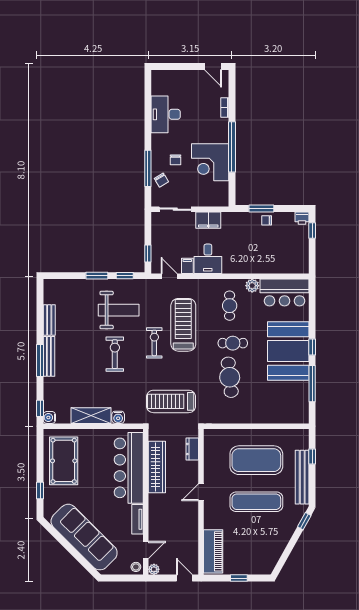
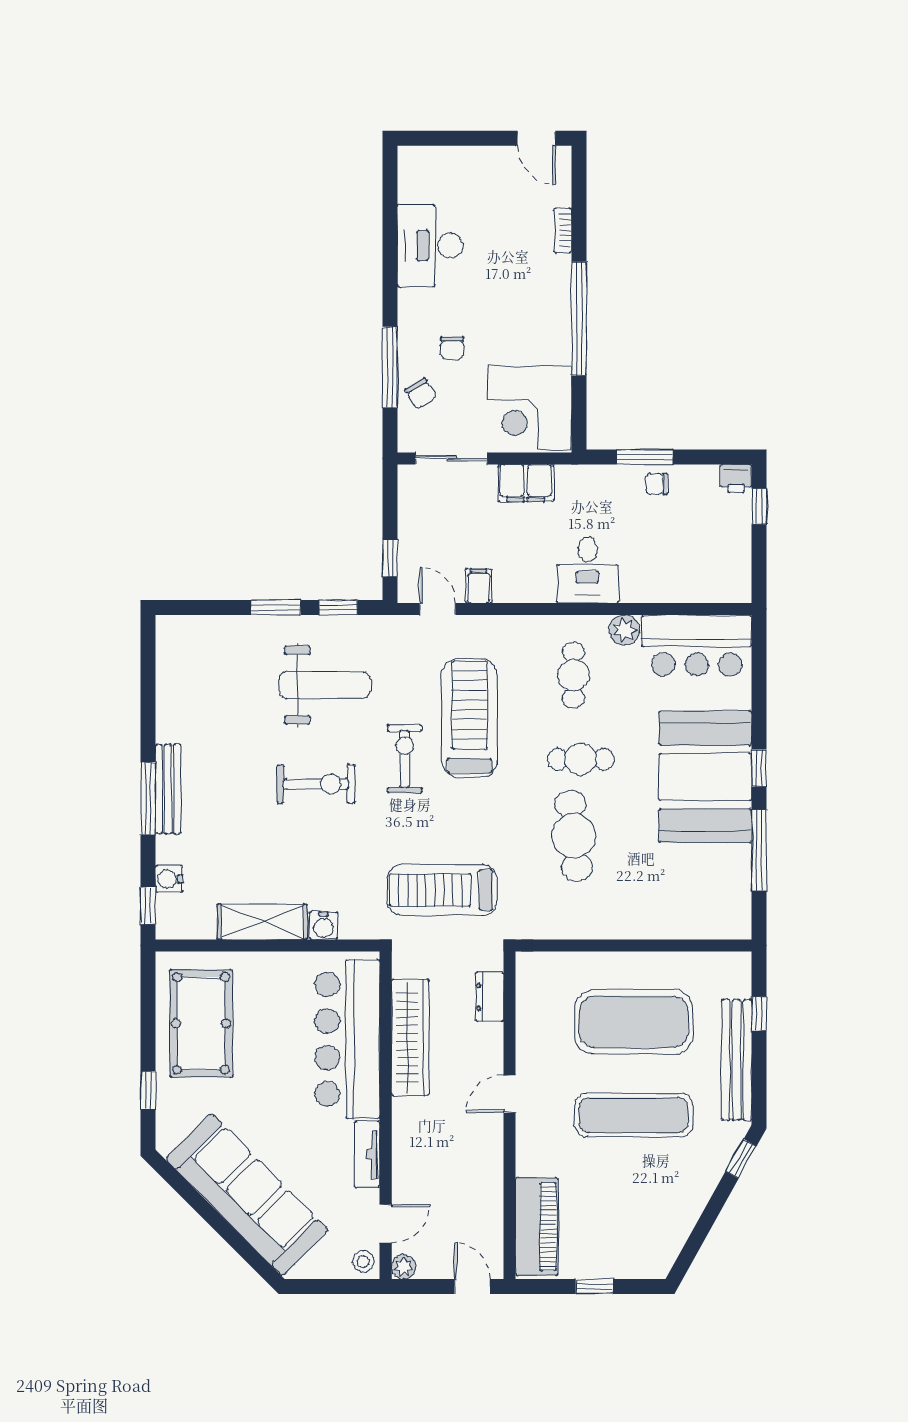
corner desk: (210, 162) -> (530, 408), moved
desk: (208, 259) -> (588, 570), moved
bench: (49, 320) -> (169, 707), removed
exercise bike: (115, 354) -> (316, 784), turned 90
water cooler: (49, 417) -> (169, 879), moved

